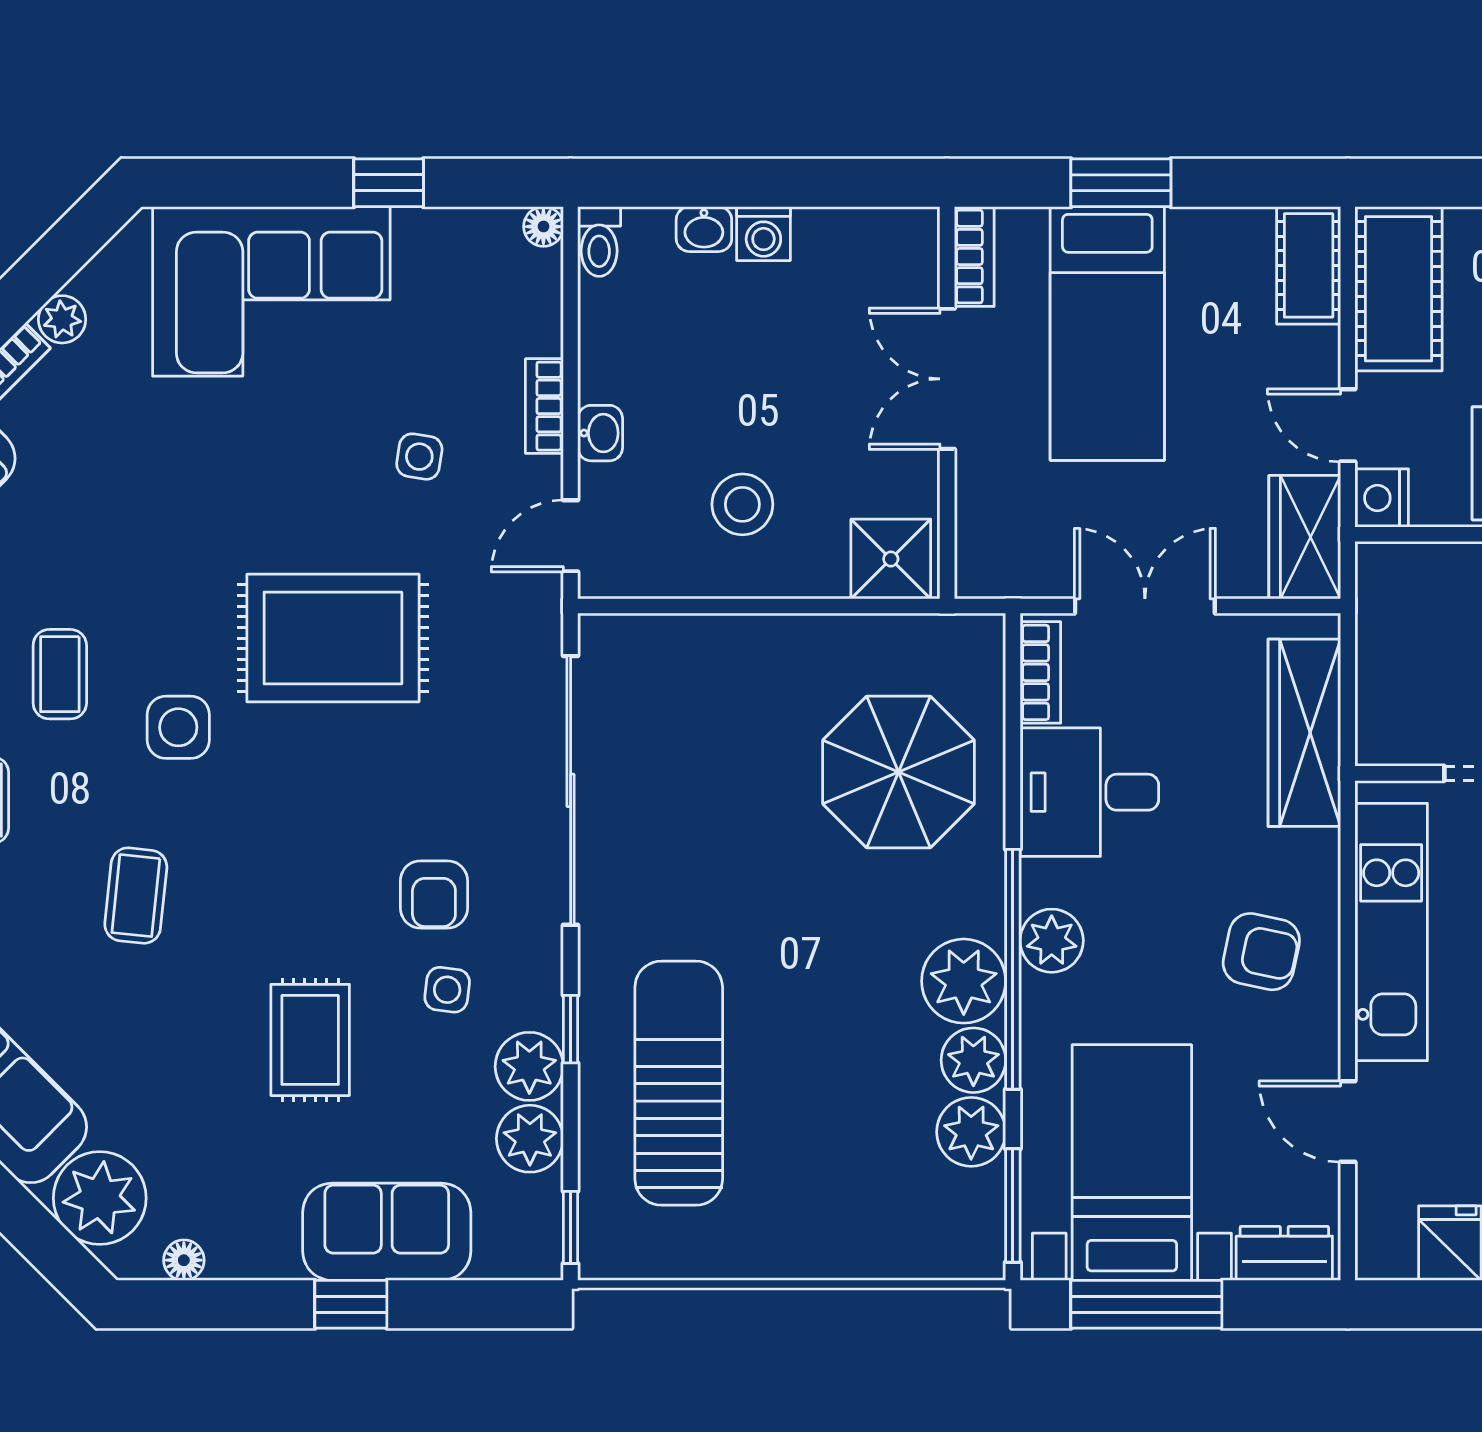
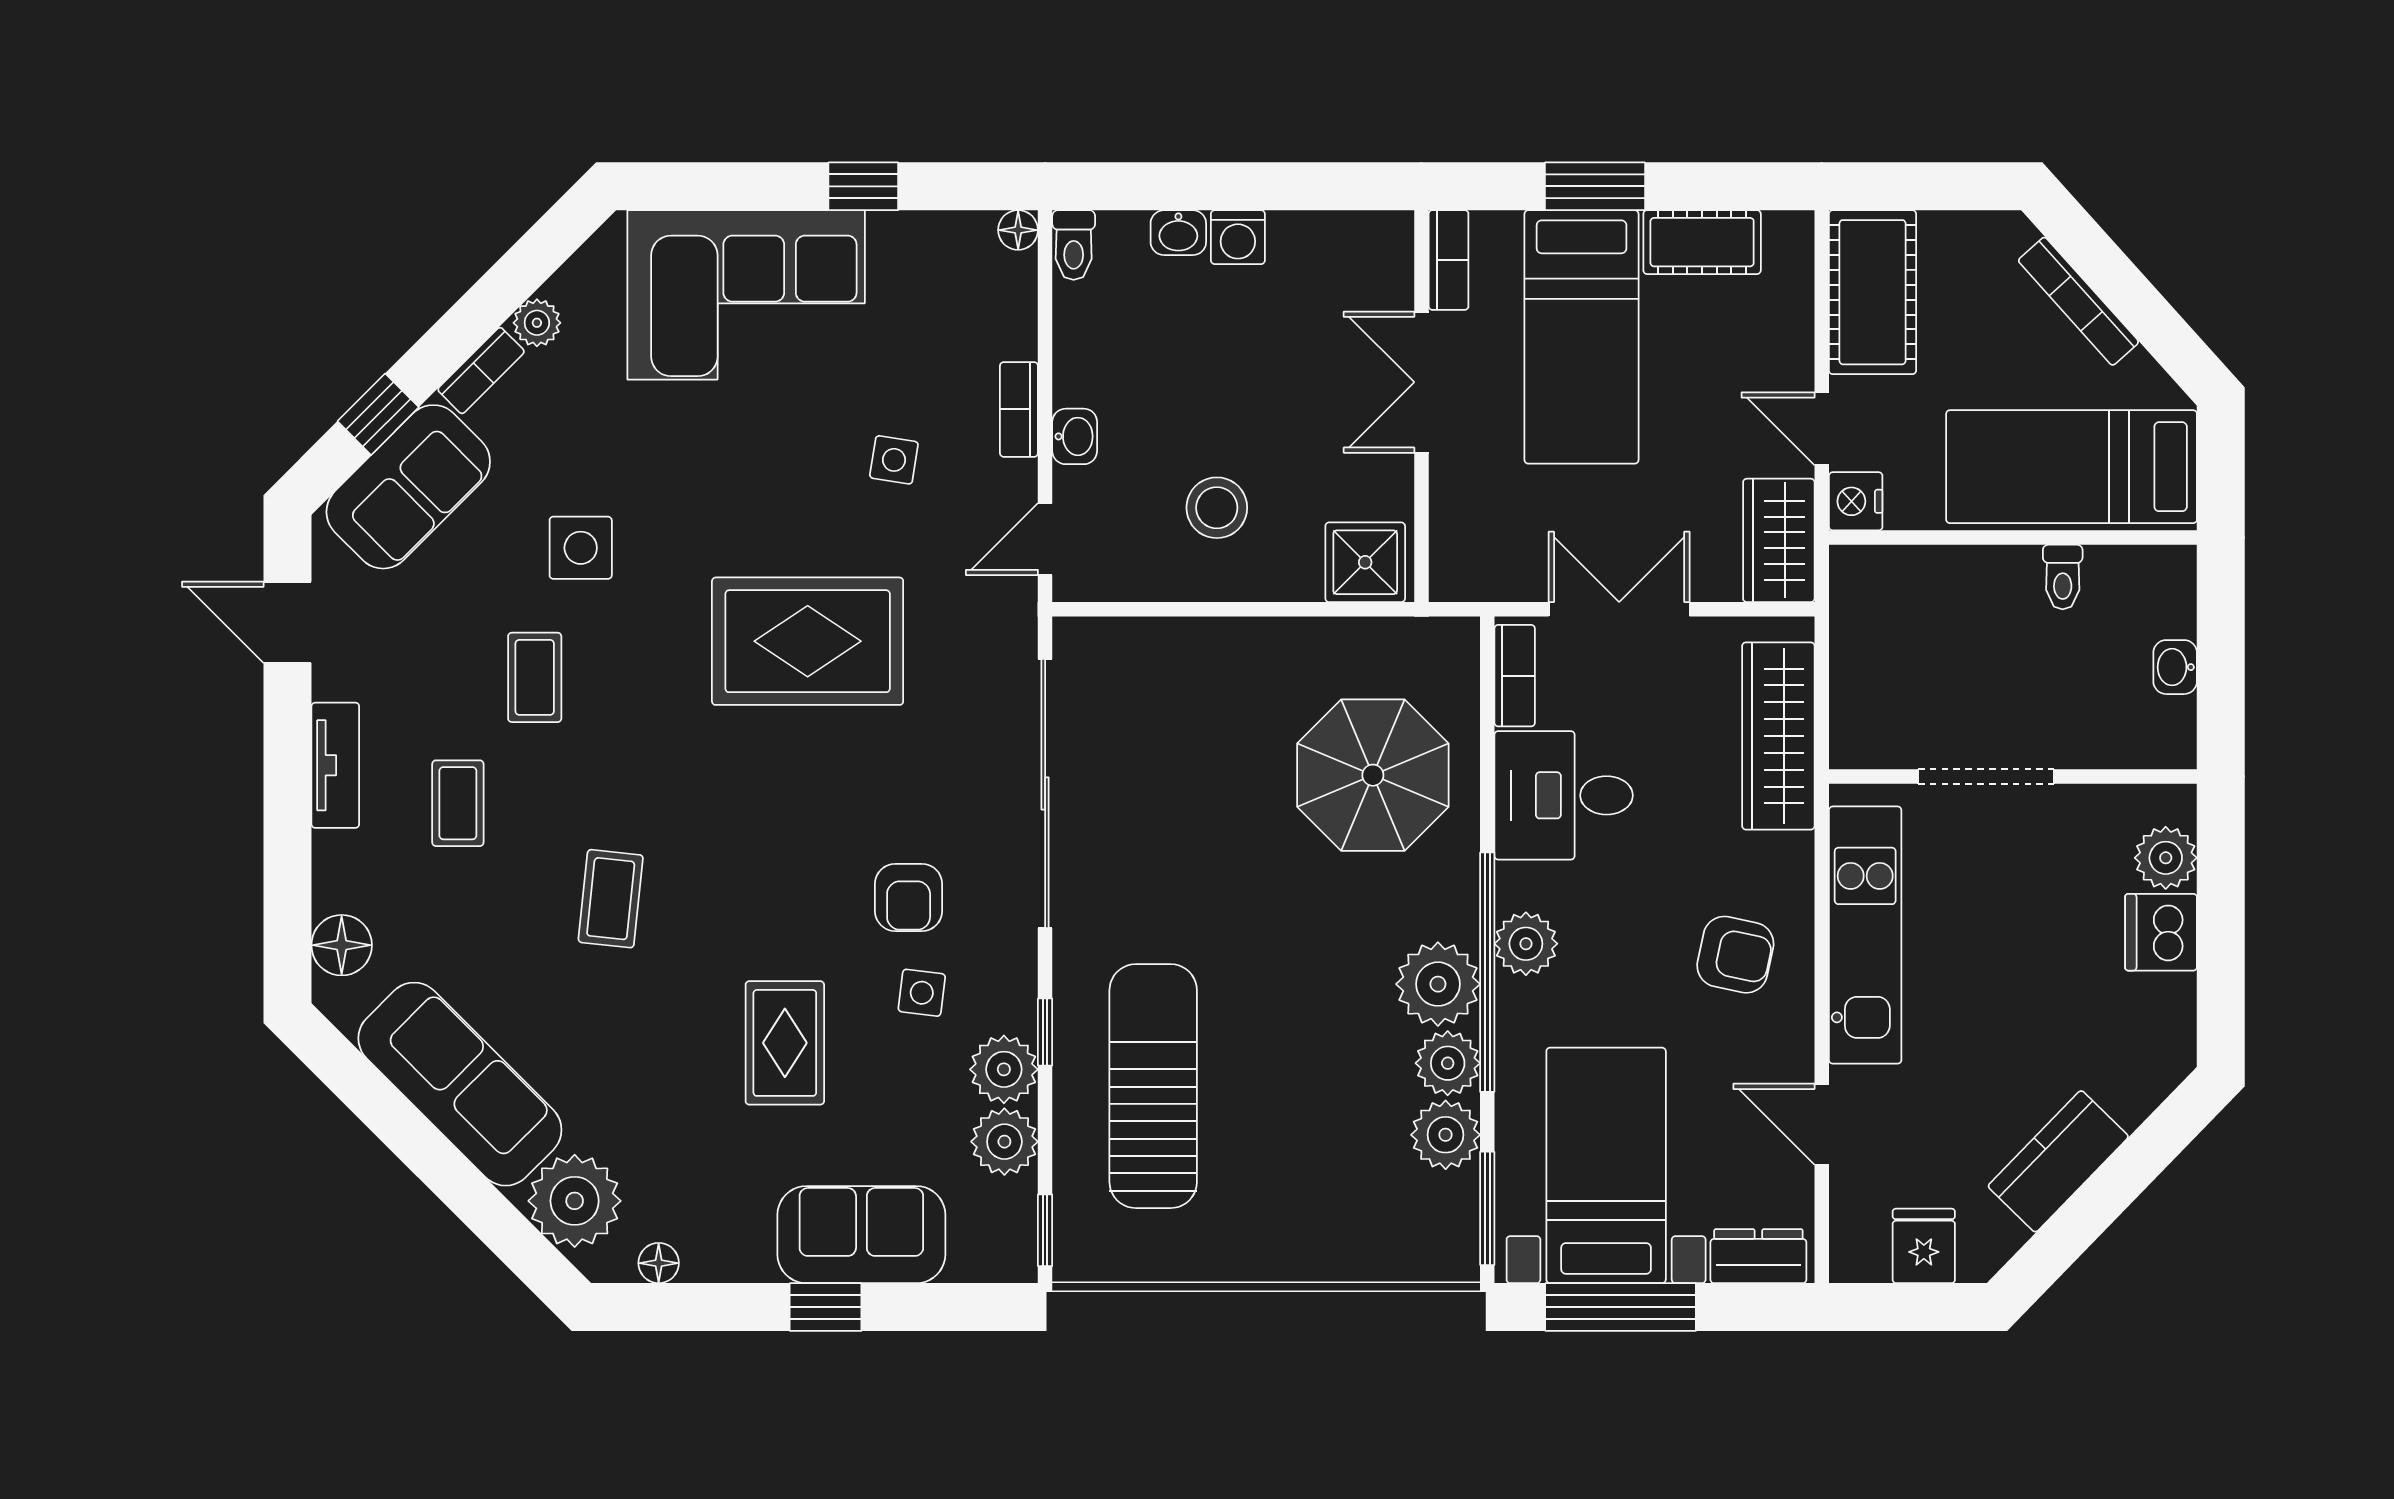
cot: (1309, 265) -> (1702, 242), moved, turned 90
side table: (178, 727) -> (581, 548), moved

